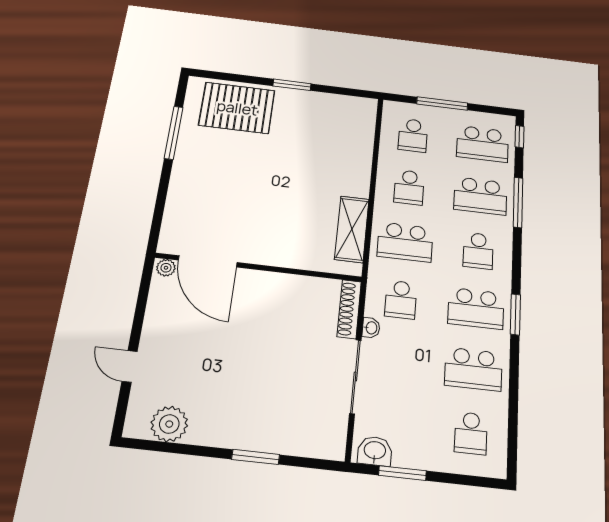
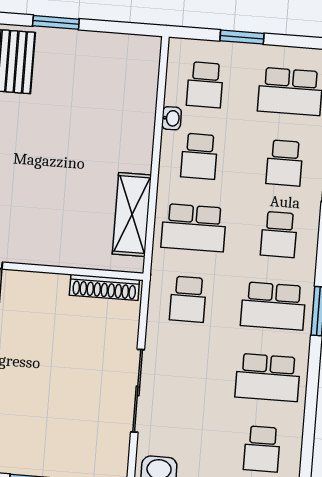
window: (442, 104) -> (242, 37), width x0.69
school desk: (480, 196) -> (285, 163), width x0.54
shoe rack: (349, 309) -> (104, 287), moved, turned -90
washbasin: (371, 328) -> (171, 118), moved

